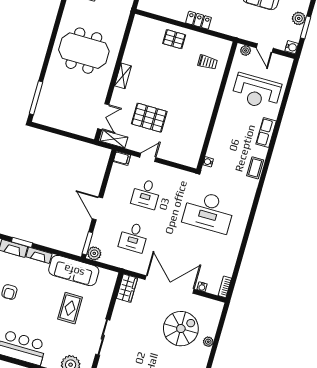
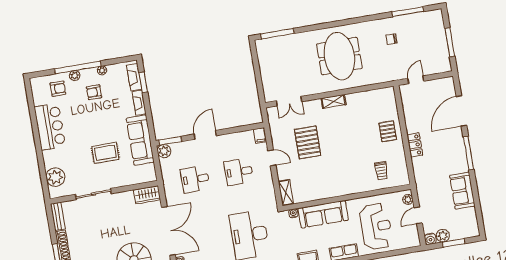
plant: (299, 18) -> (443, 236), moved
reception desk: (256, 92) -> (376, 226), turned 180
sofa: (222, 135) -> (323, 214), added
shelving: (114, 139) -> (286, 193), moved

